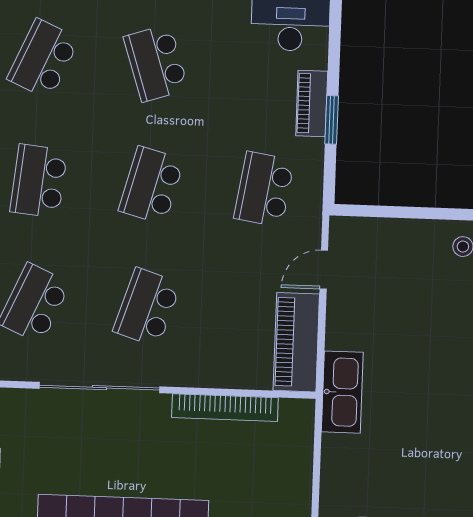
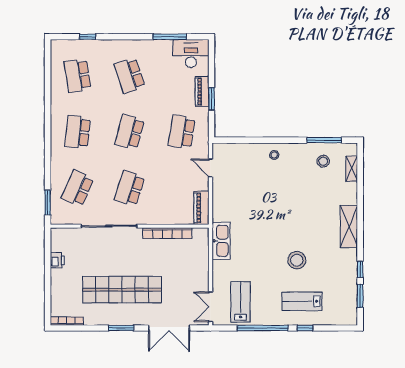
school desk: (43, 59) -> (78, 76), turned -33
door: (324, 270) -> (210, 168), hinge flipped
piano: (296, 342) -> (201, 208), width x0.73, depth x0.75
kitchen sink: (342, 392) -> (221, 241), moved

